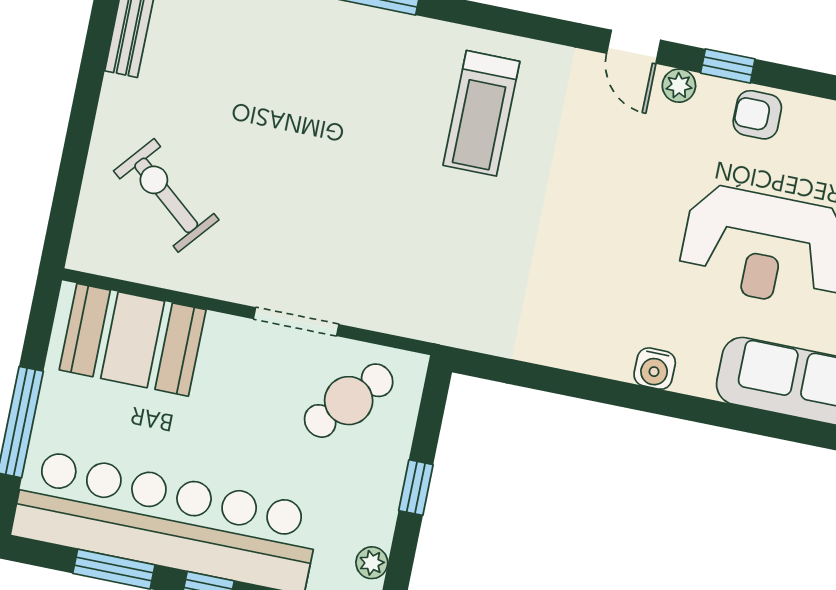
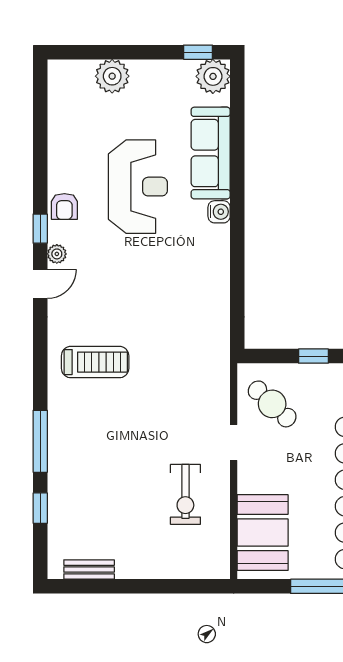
exercise bike: (166, 195) -> (185, 494), moved, turned -40
doorway: (296, 322) -> (234, 443), width x0.73
water cooler: (655, 369) -> (219, 212), moved

